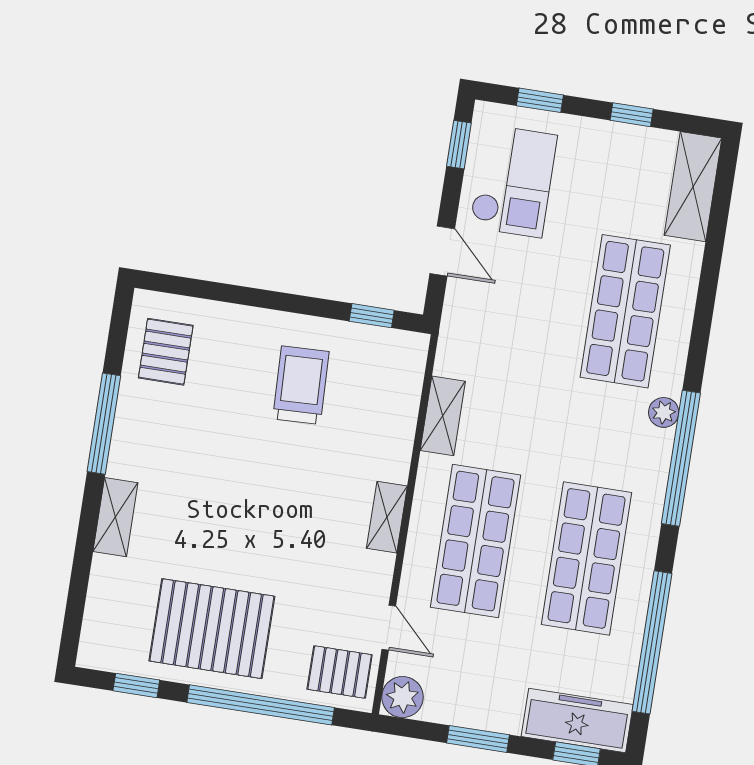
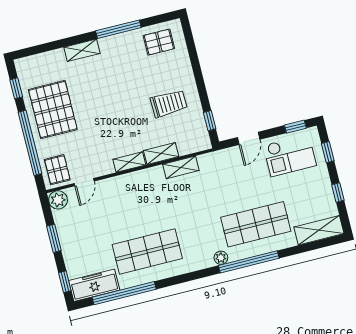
shelving: (397, 444) -> (161, 154), added
window: (681, 458) -> (249, 262), moved
shop shelf: (475, 541) -> (135, 203), removed
freezer: (577, 721) -> (94, 285), moved, turned -90

